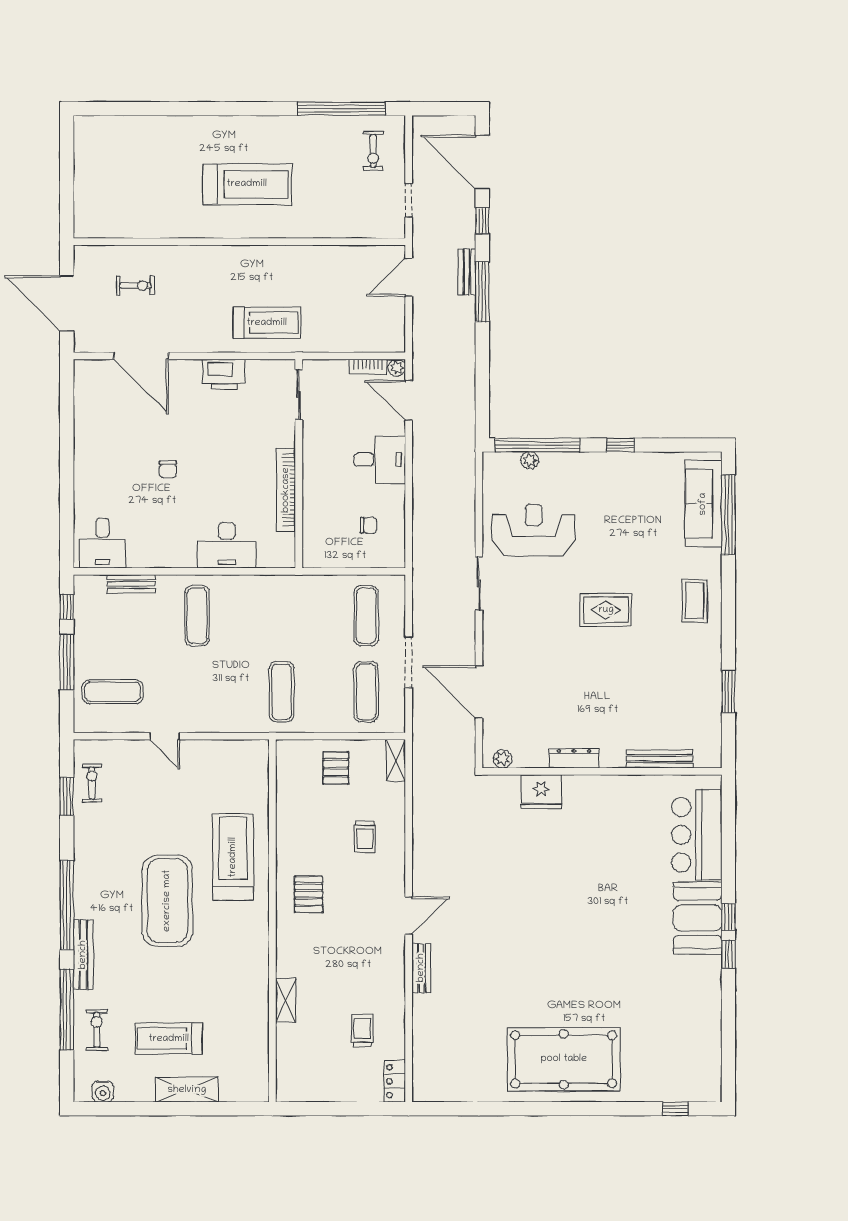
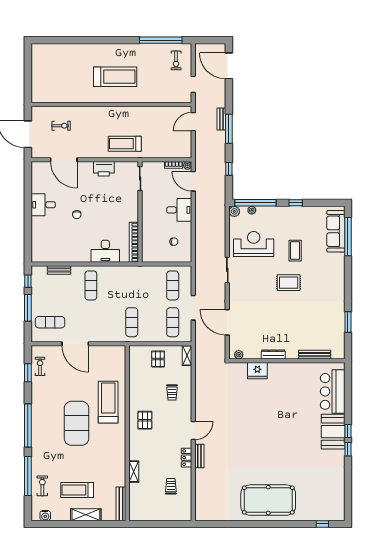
window: (482, 221) -> (229, 169), moved
treadmill: (267, 323) -> (125, 144), turned 180
plant: (493, 463) -> (234, 211), added
bookcase: (286, 490) -> (134, 242), moved
desk: (103, 543) -> (43, 205), moved, turned 90
coffee table: (695, 601) -> (295, 251), moved
door: (165, 736) -> (75, 344), width x1.88
bench: (83, 955) -> (121, 504), moved
locker: (395, 1081) -> (187, 458), moved

